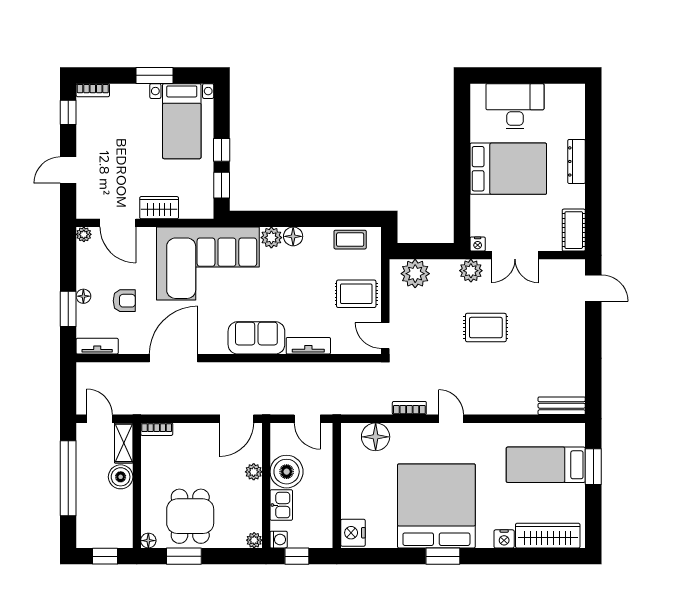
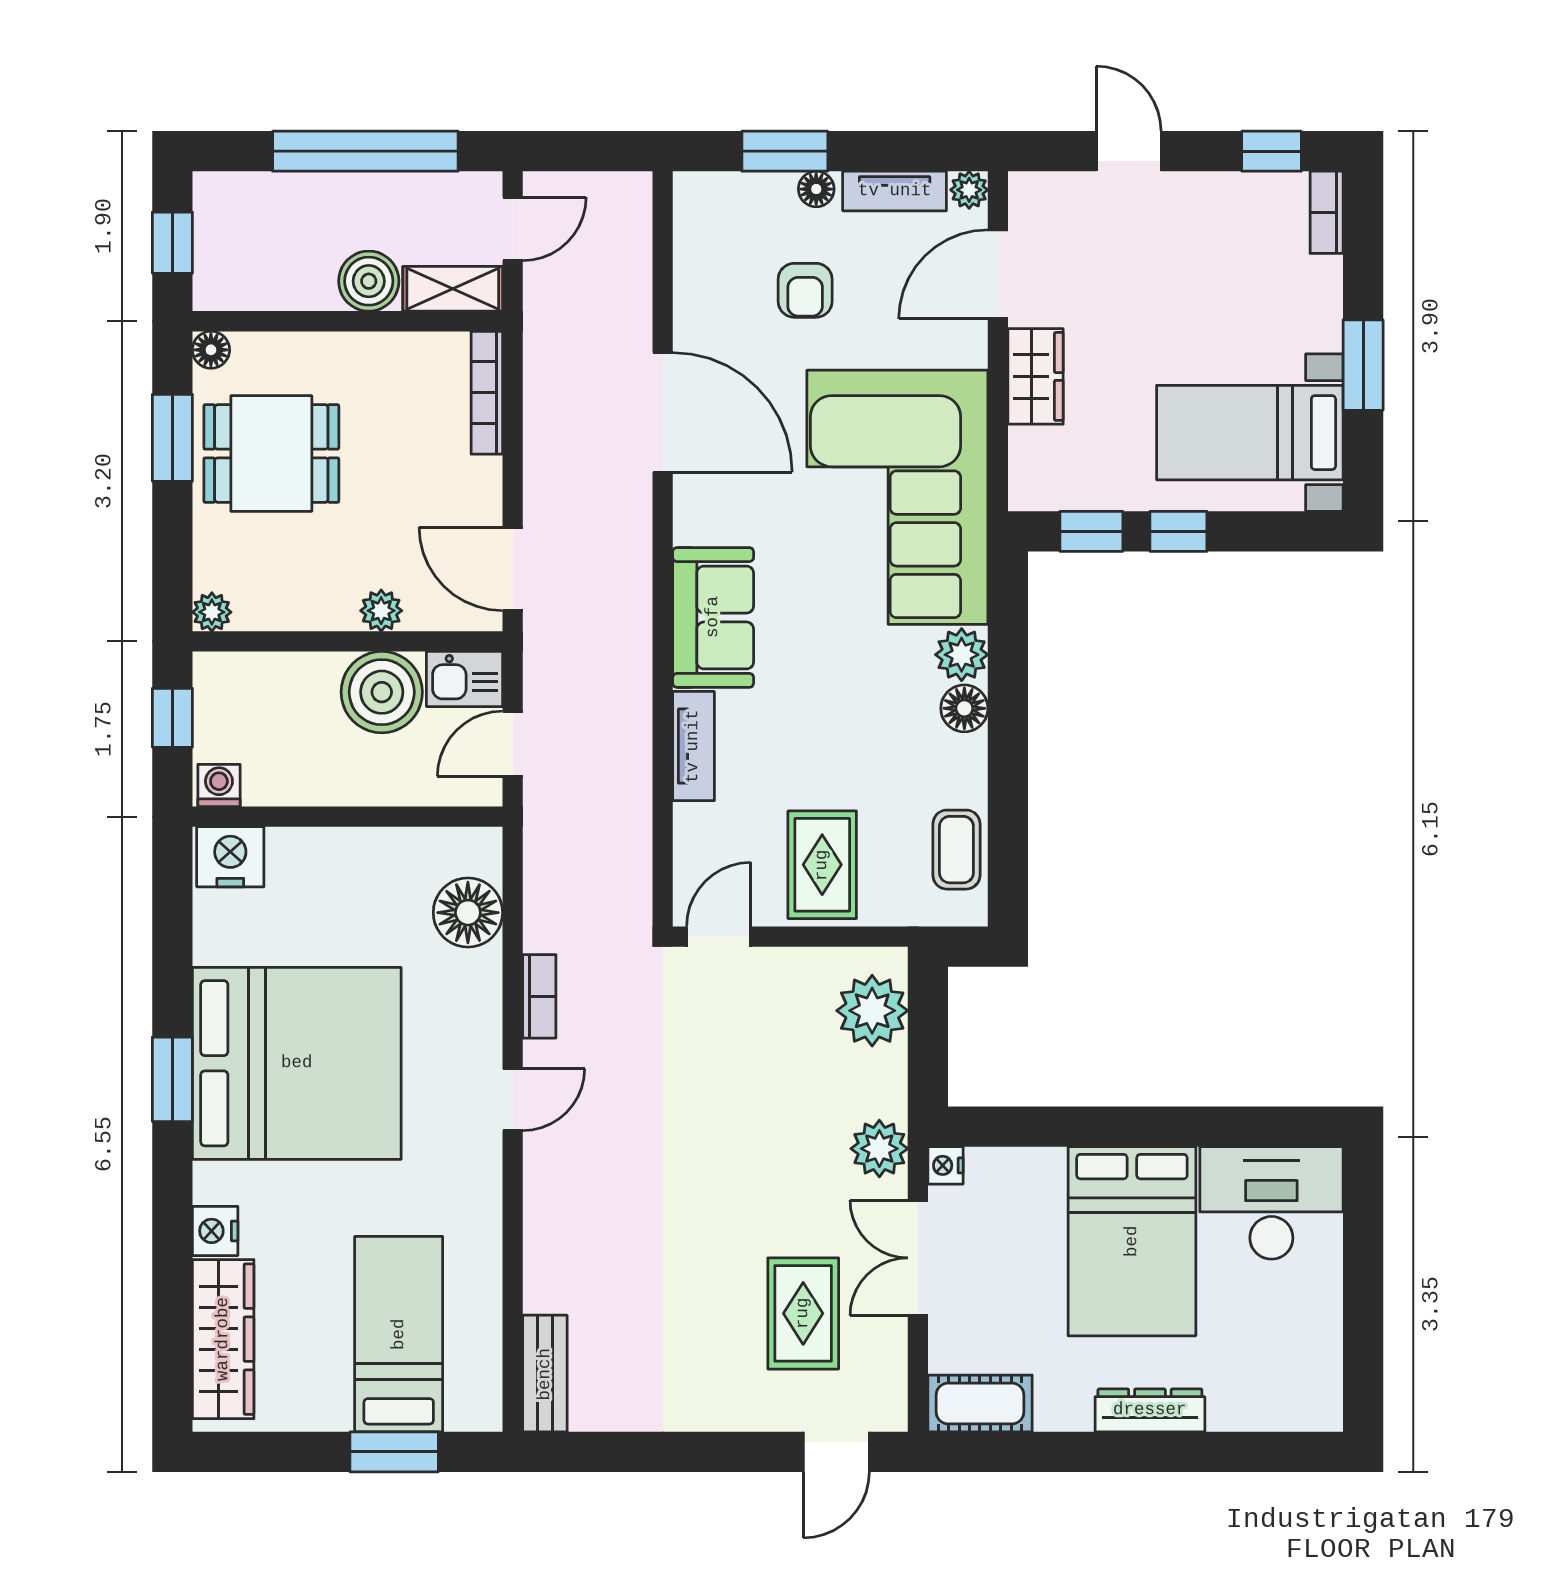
desk: (515, 106) -> (1271, 1203), moved, turned -90
rug: (486, 328) -> (803, 1313), moved
tv unit: (97, 346) -> (895, 191), moved, turned 90
bookcase: (157, 429) -> (487, 393), width x1.56
kitchen sink: (281, 505) -> (464, 679), moved
washing machine: (279, 540) -> (219, 785), moved, turned 180

